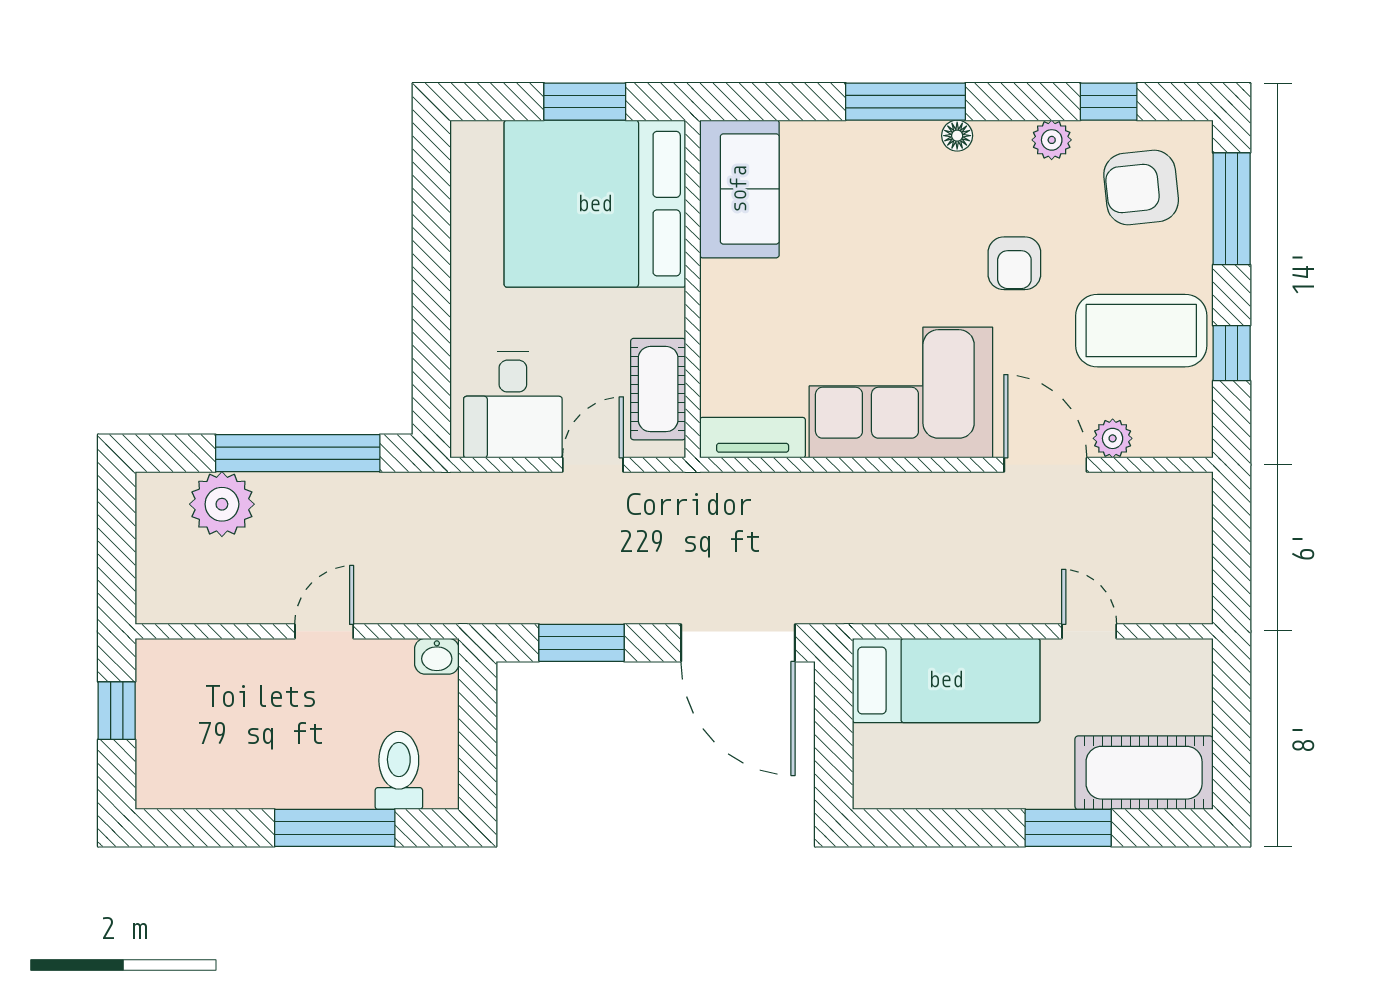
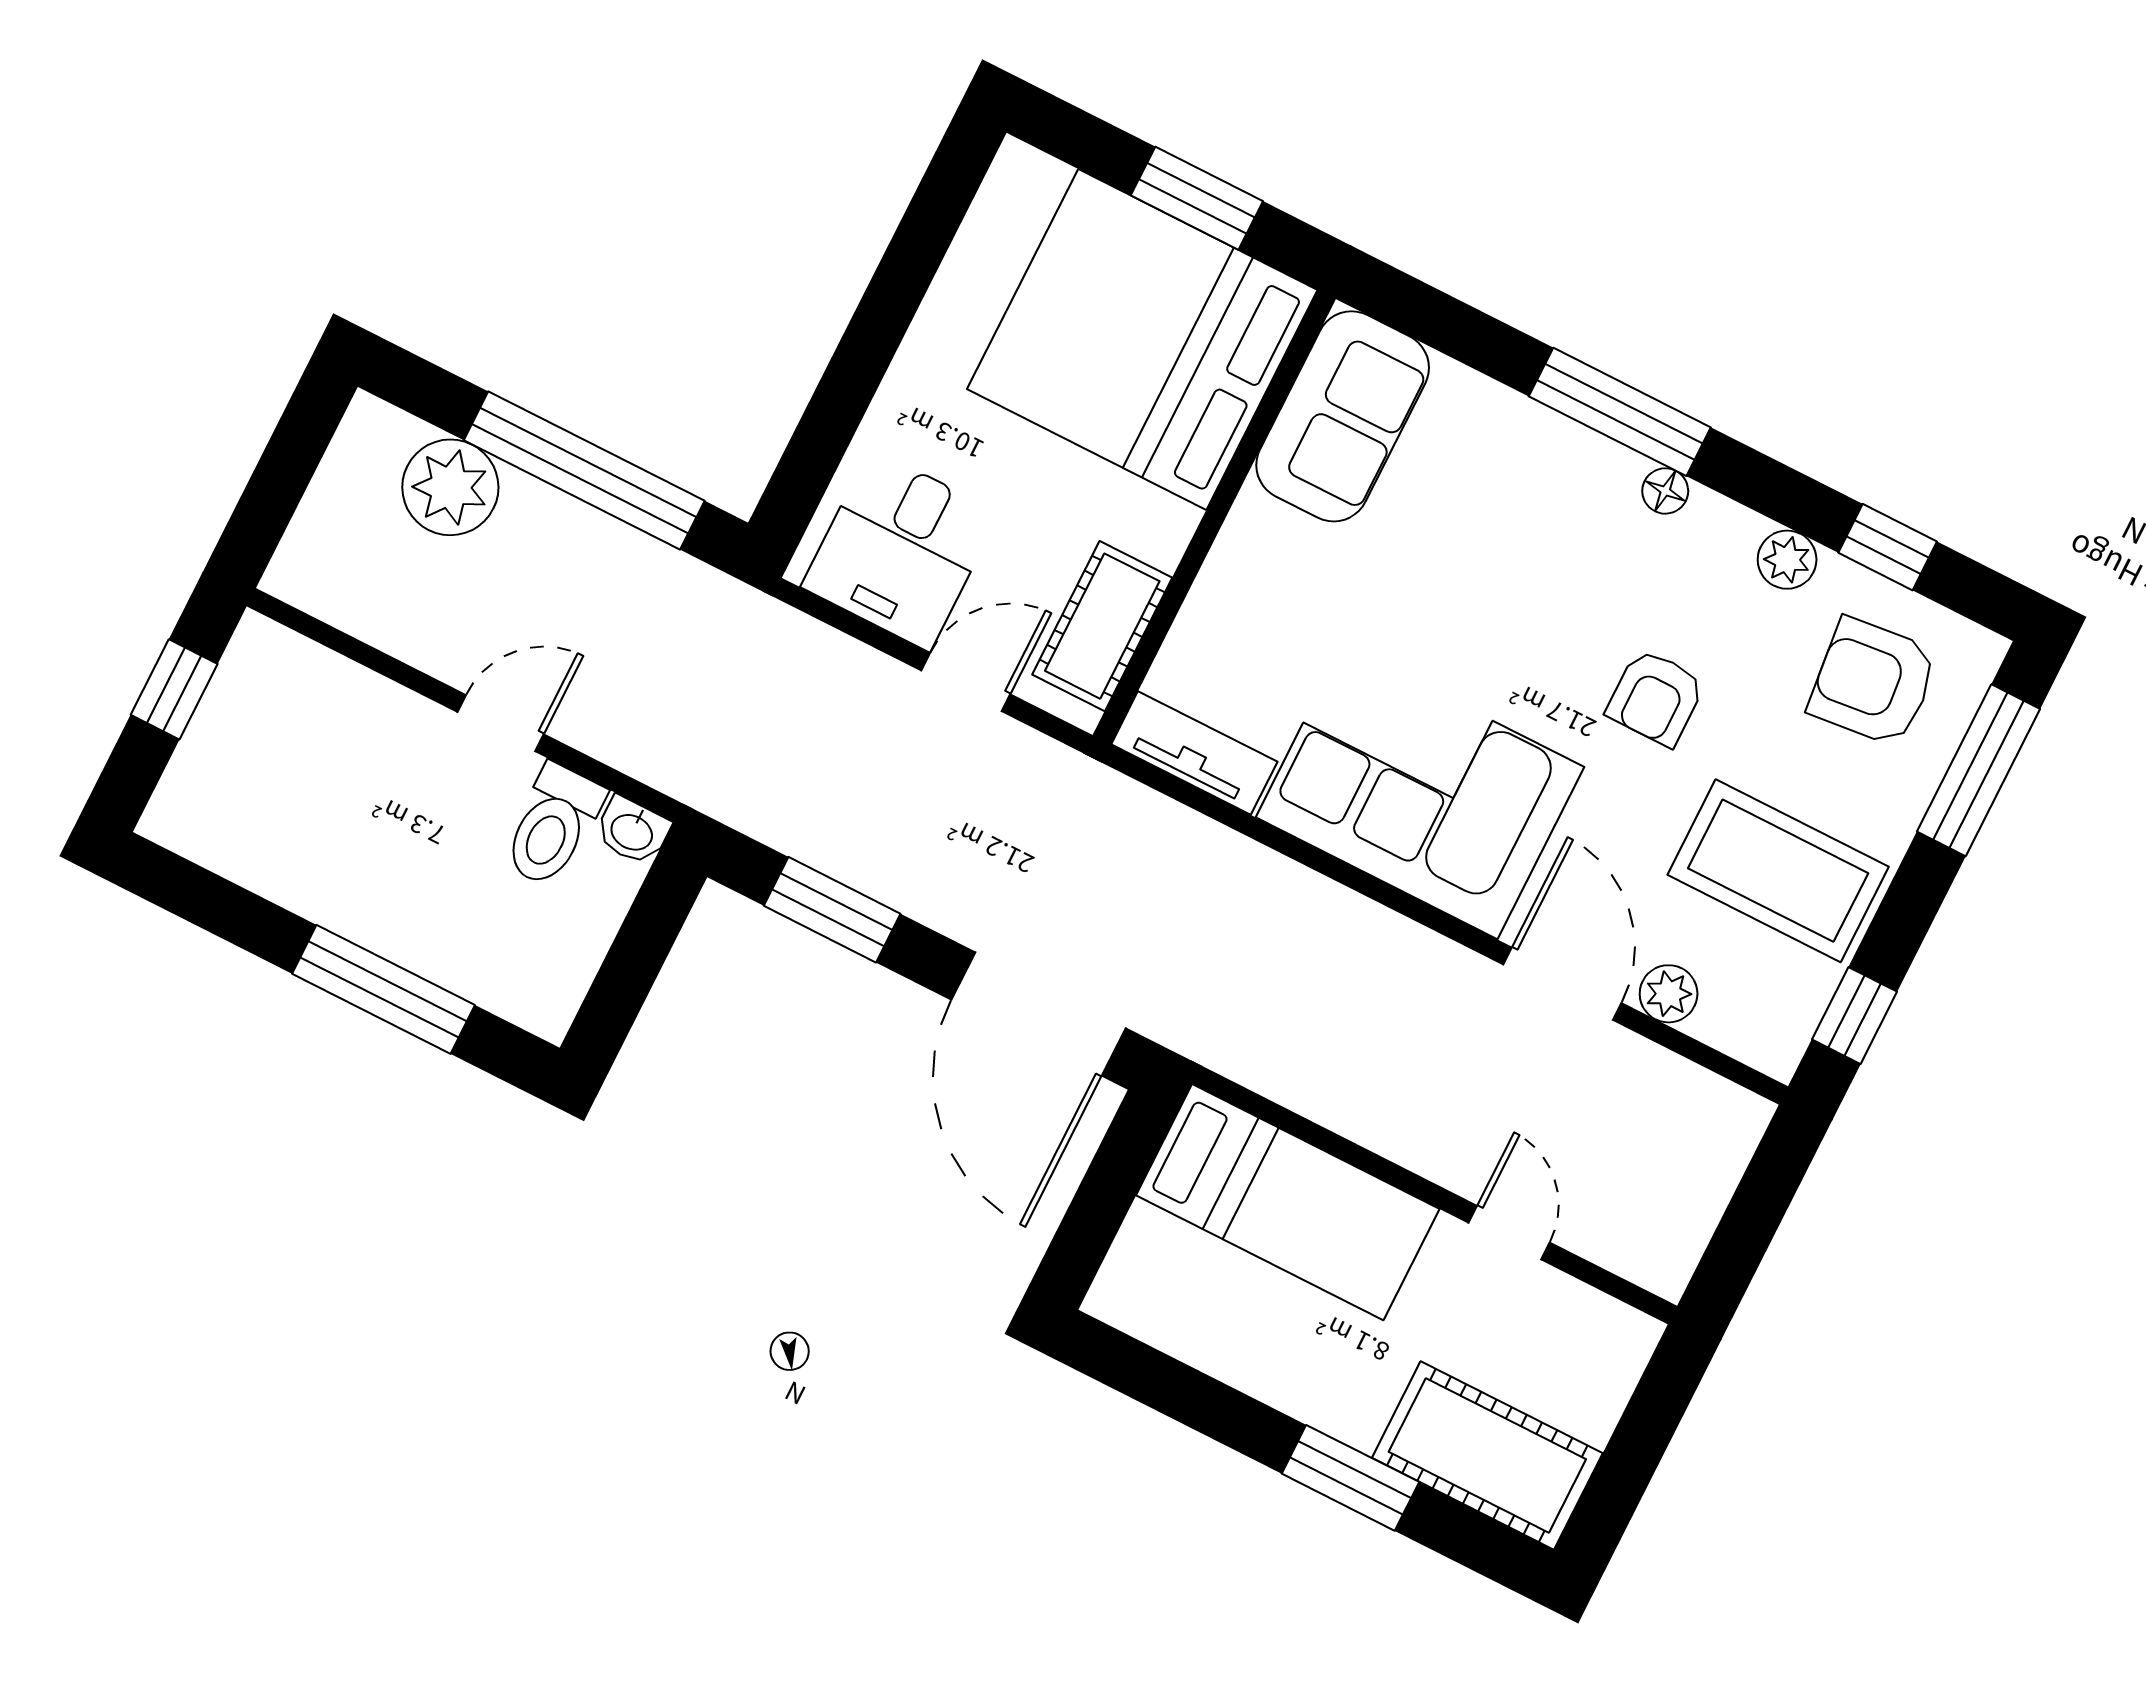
window: (1232, 353) -> (1855, 1016), moved
toilet: (399, 770) -> (553, 826), moved, turned 180

